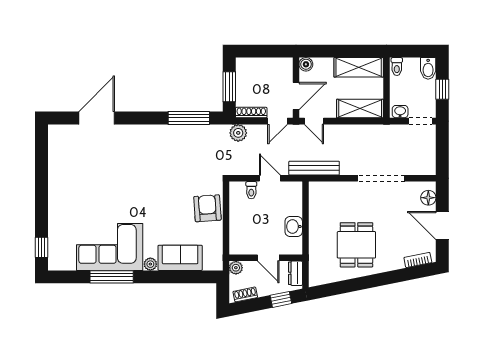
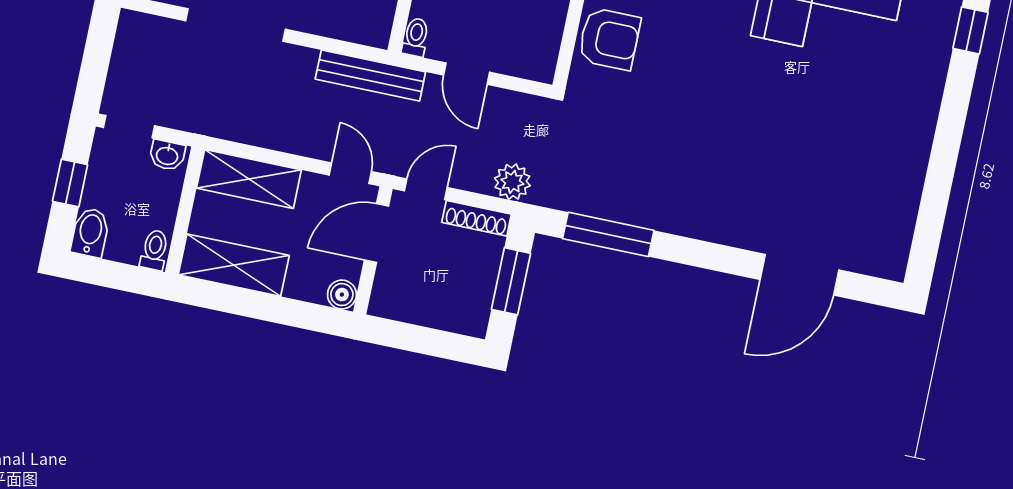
toilet: (251, 190) -> (416, 37), moved
armchair: (207, 208) -> (609, 39), turned -86

